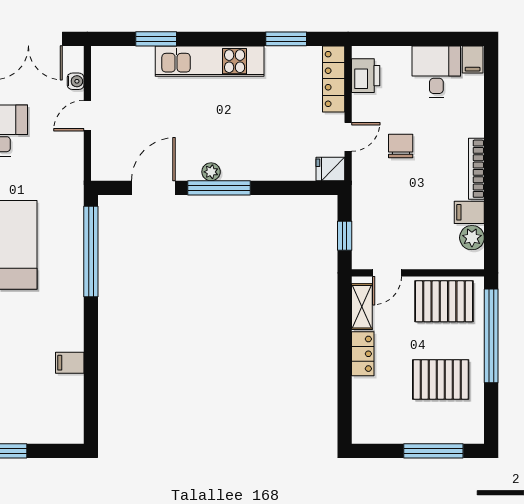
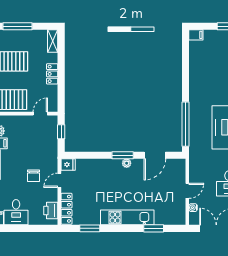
window: (219, 188) -> (123, 155), width x0.69
shelving: (362, 307) -> (53, 41), moved
filing cabinet: (70, 363) -> (196, 35), moved

